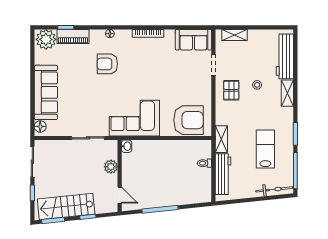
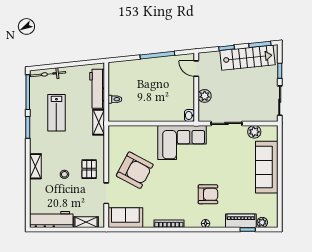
plant: (46, 39) -> (262, 222), width x0.53, depth x0.53
workbench: (285, 56) -> (51, 219), moved, turned -90
armchair: (189, 120) -> (135, 170), moved, turned -152
floor lamp: (40, 126) -> (272, 134), removed
plant: (59, 129) -> (254, 132), added

